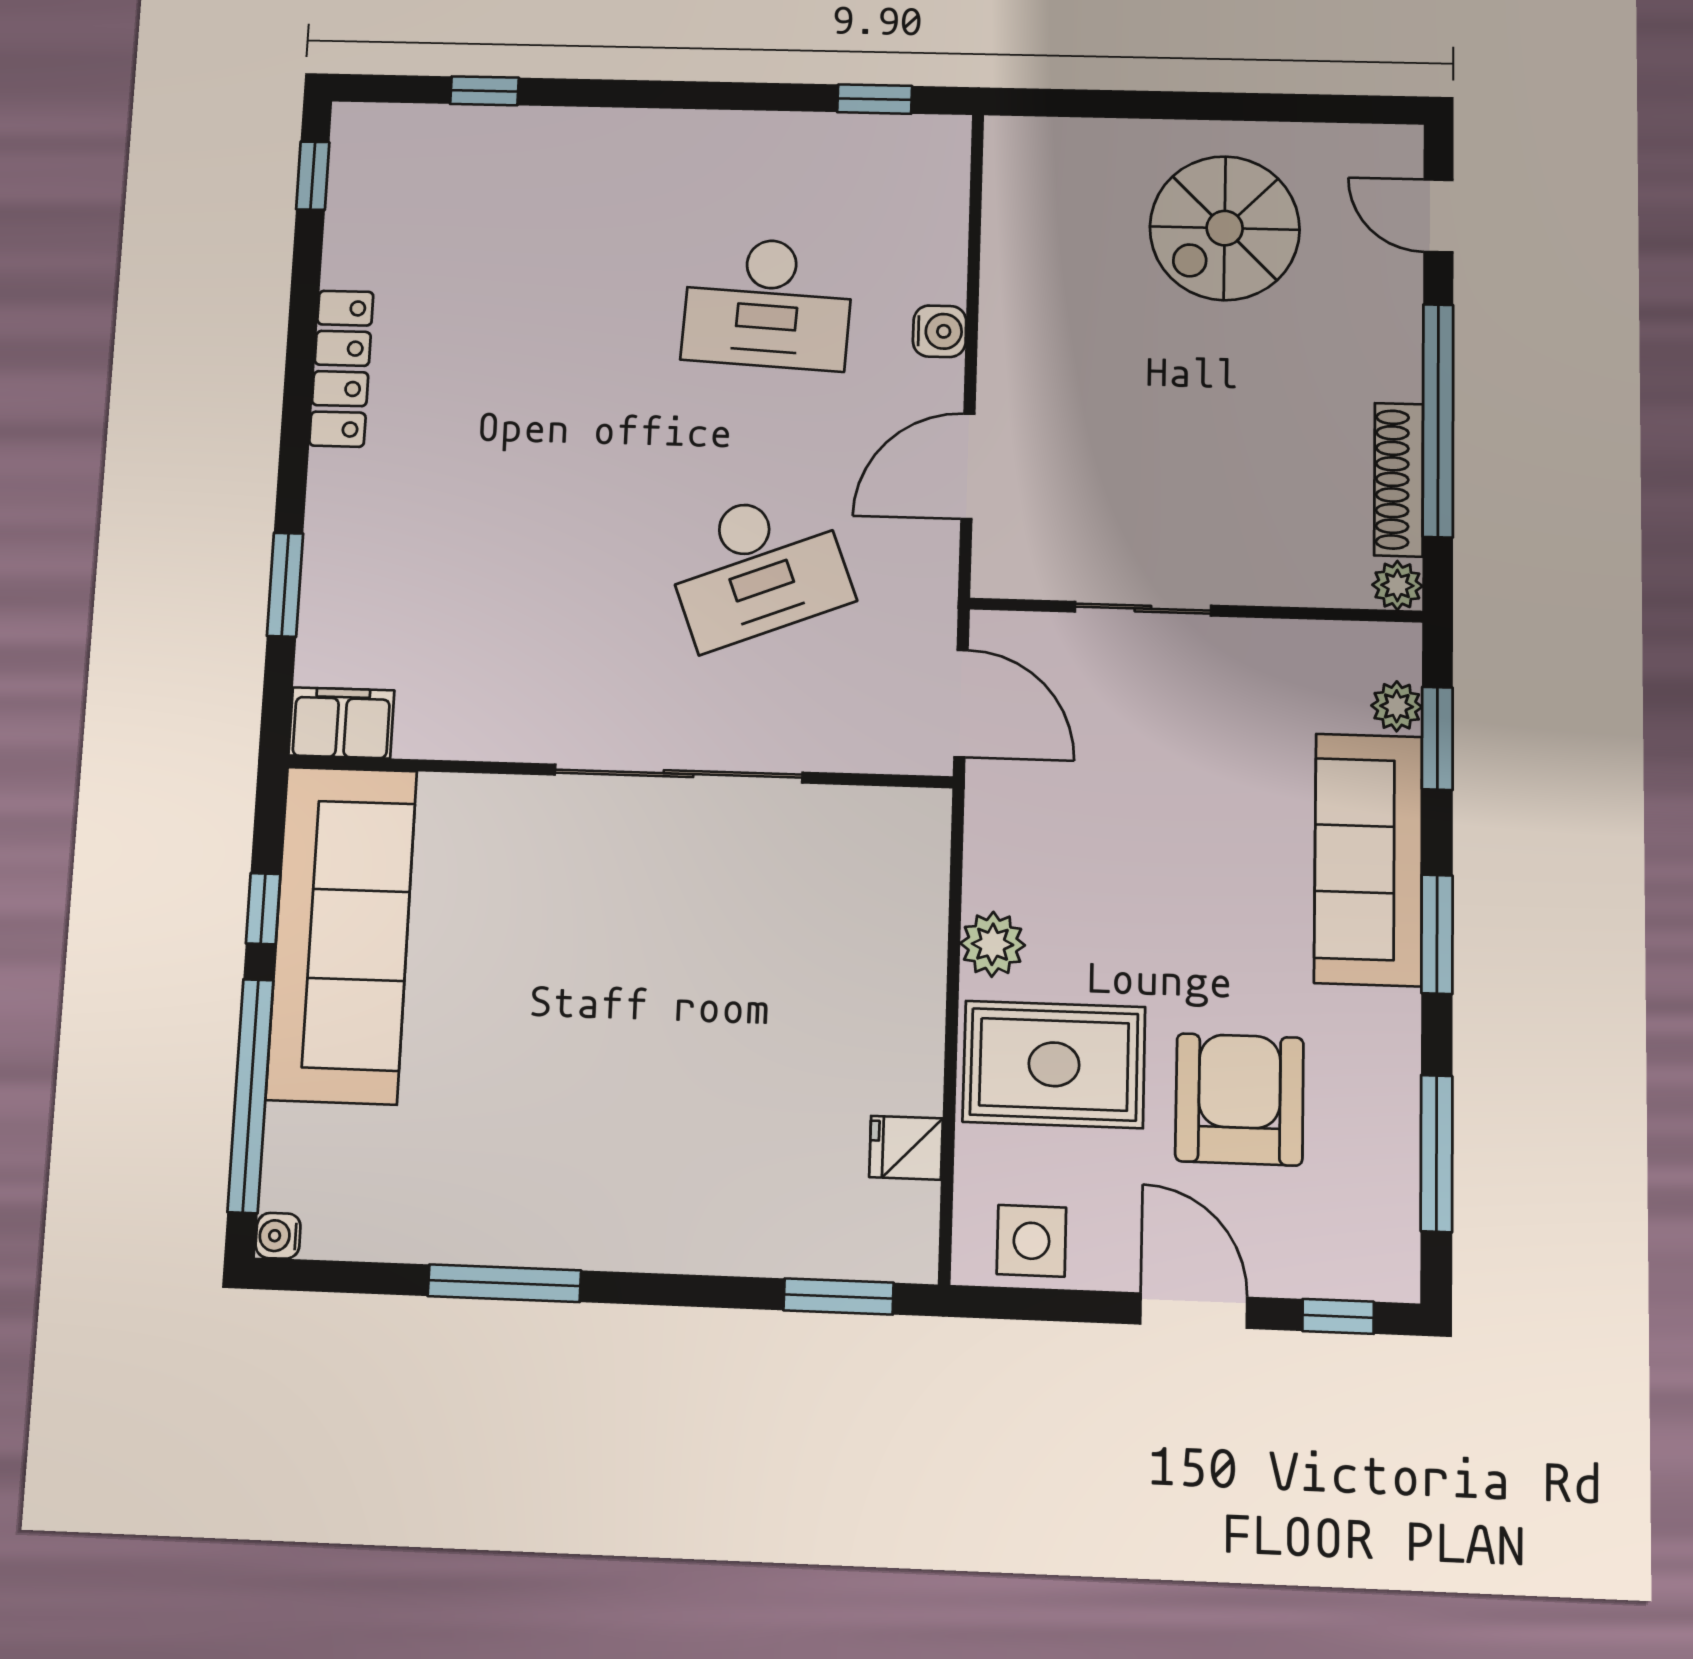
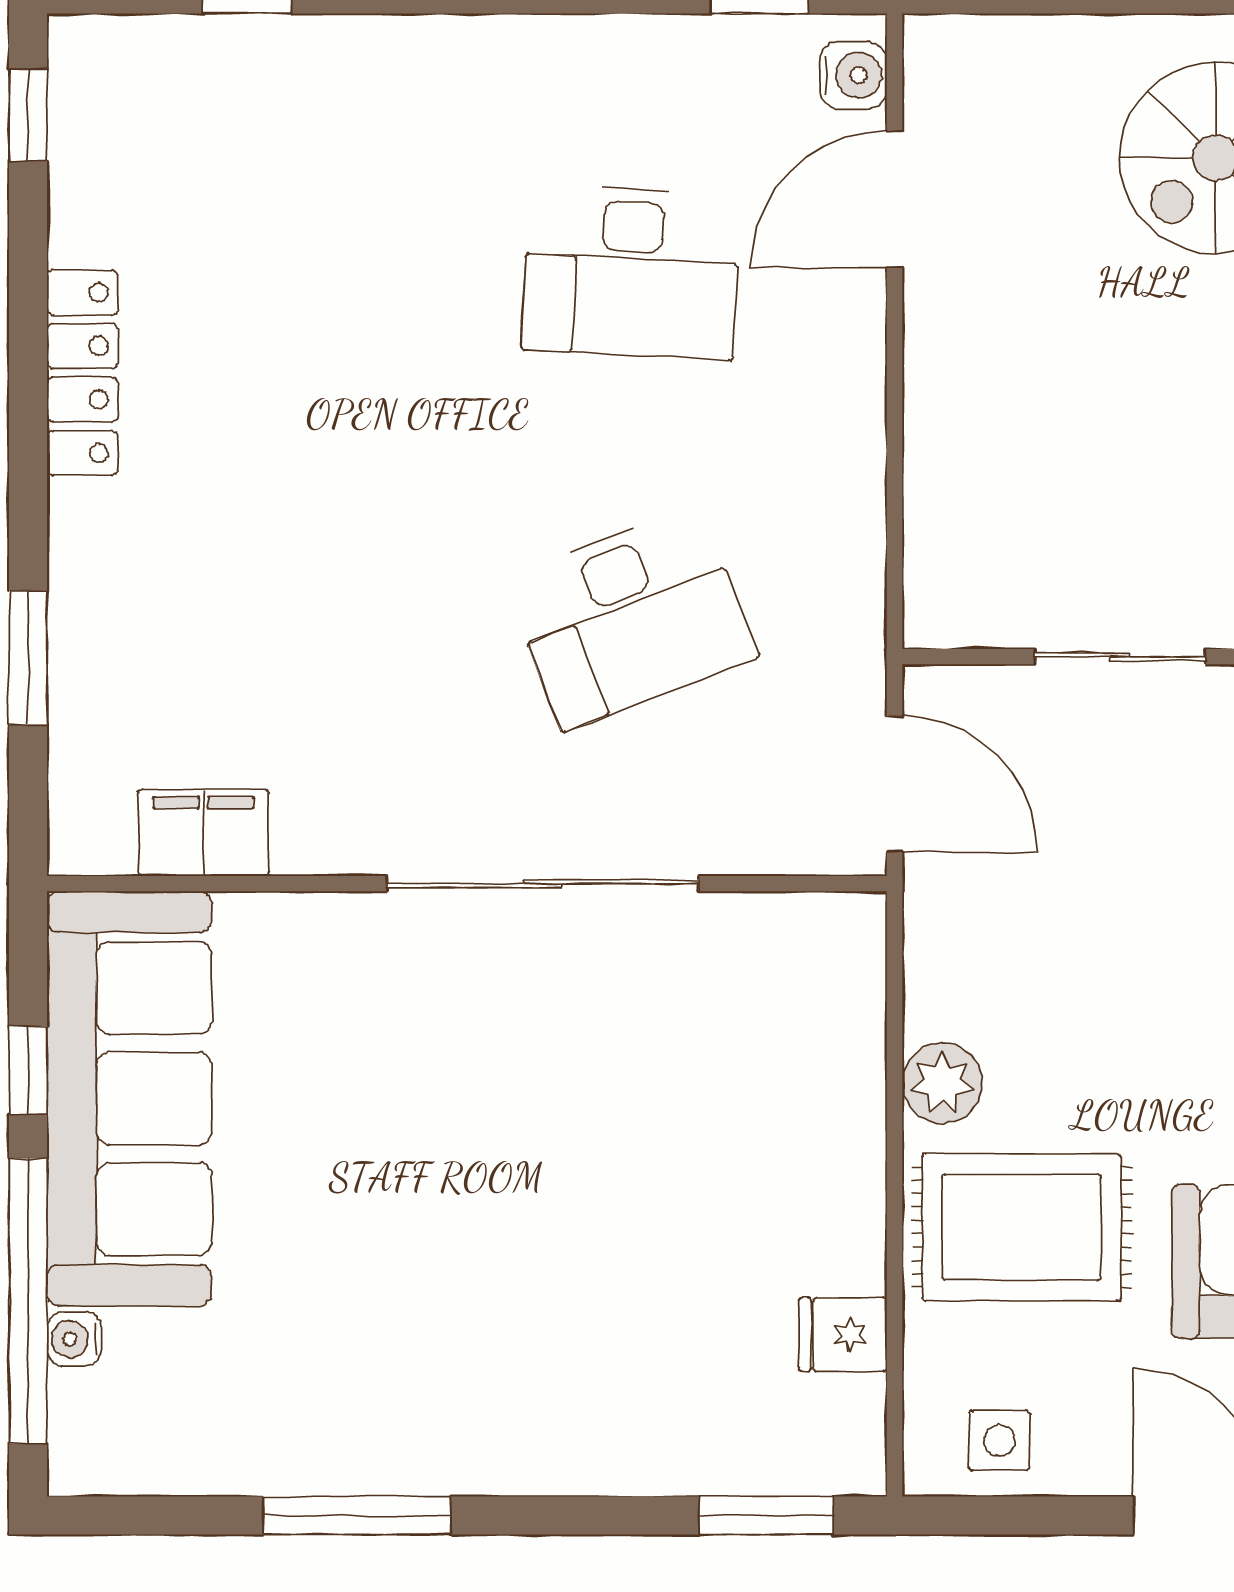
water cooler: (940, 331) -> (853, 75), moved
door: (968, 466) -> (895, 199), moved
filing cabinet: (341, 723) -> (204, 833), moved
water cooler: (278, 1236) -> (74, 1339), moved
side table: (1031, 1241) -> (999, 1440), width x0.73, depth x0.73

